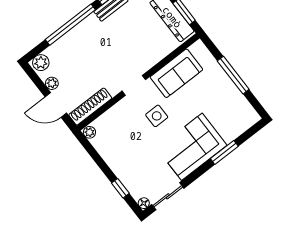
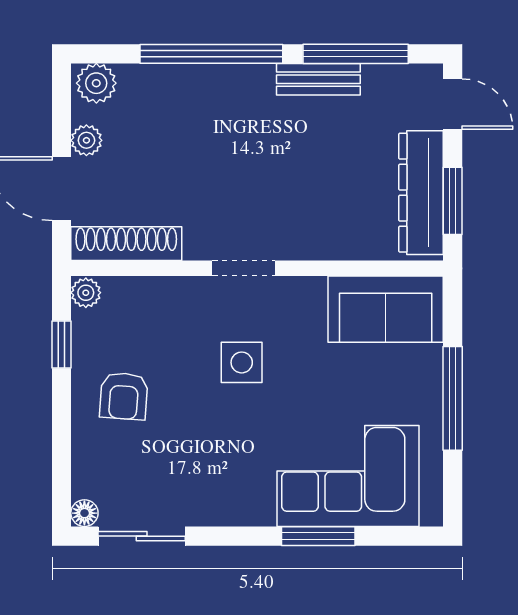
sofa: (176, 73) -> (386, 309), moved
corner sofa: (192, 147) -> (348, 476), moved
armchair: (127, 156) -> (124, 396), added
window: (120, 188) -> (62, 344), moved

